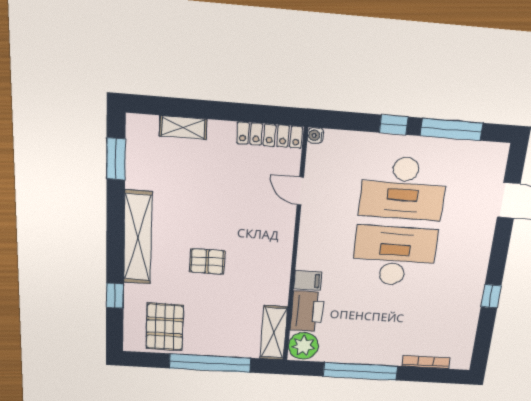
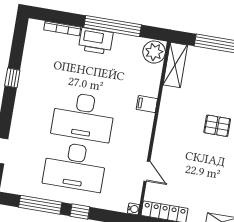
desk: (403, 188) -> (75, 166), turned 180
printer: (307, 311) -> (96, 41), moved, turned -90

